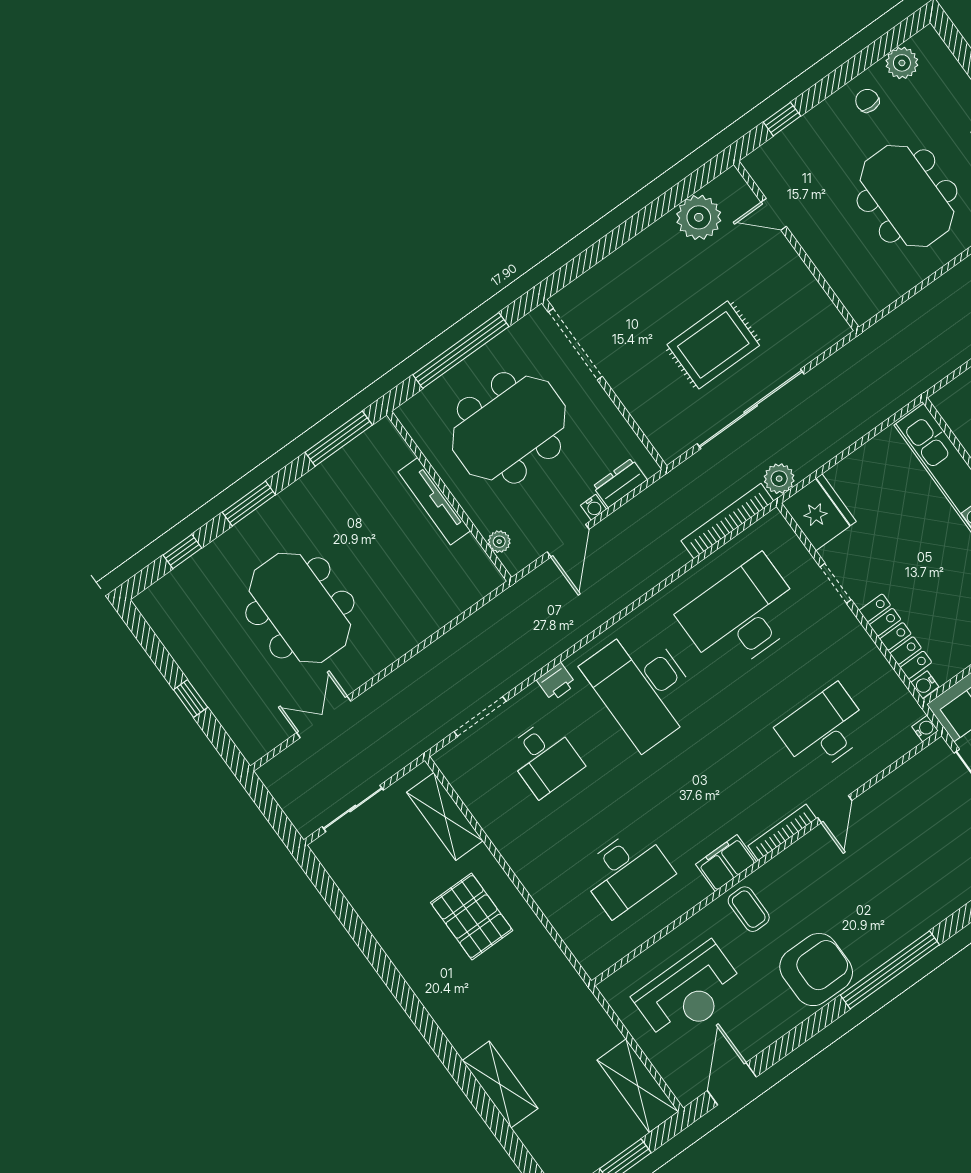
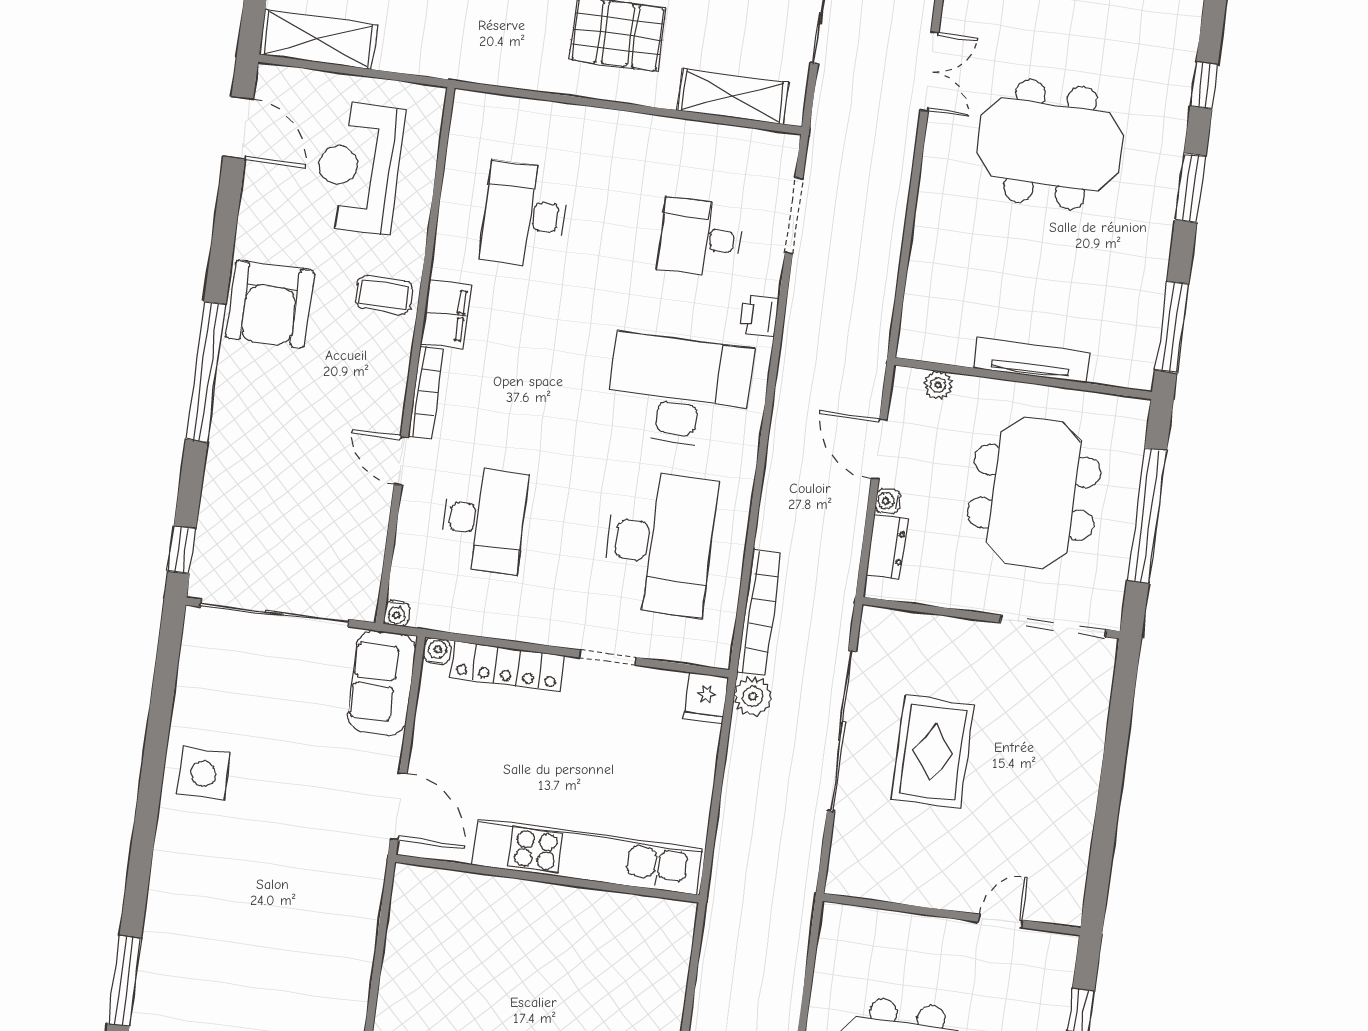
plant: (699, 217) -> (1063, 850), removed
fridge: (819, 512) -> (706, 698), width x0.53, depth x0.75

